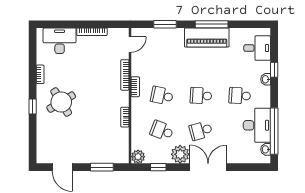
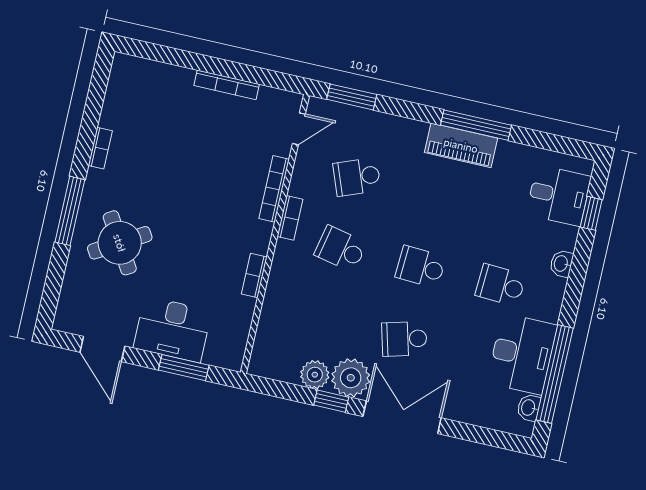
window: (165, 24) -> (352, 97), moved
piano: (207, 38) -> (461, 145), width x0.73, depth x0.75
desk: (60, 41) -> (173, 329), moved, turned 180
window: (274, 70) -> (591, 213), moved
round table: (61, 102) -> (120, 243), moved
window: (33, 107) -> (70, 211), width x2.17
school desk: (162, 131) -> (357, 177), moved, turned -42
plant: (138, 157) -> (315, 375), moved
window: (158, 167) -> (331, 401), moved

